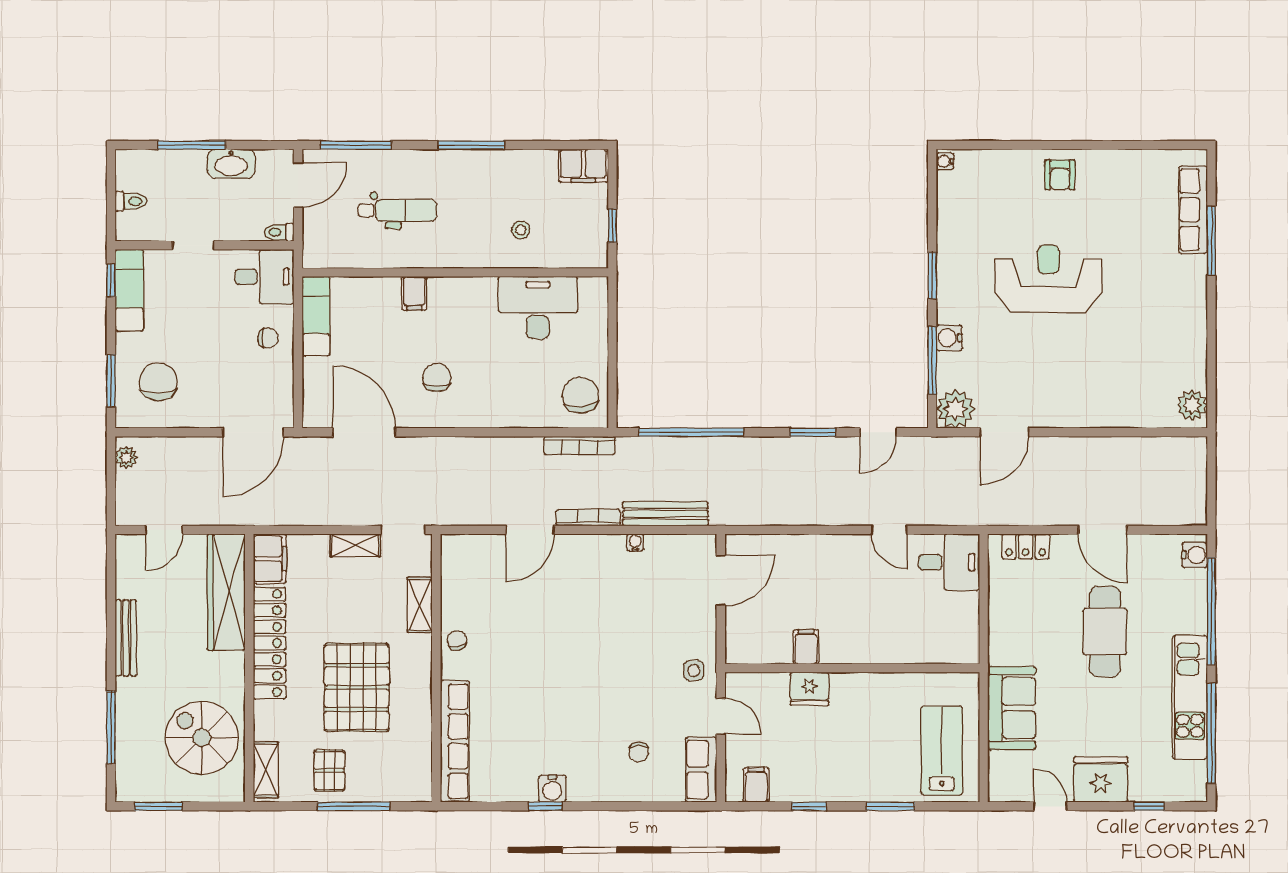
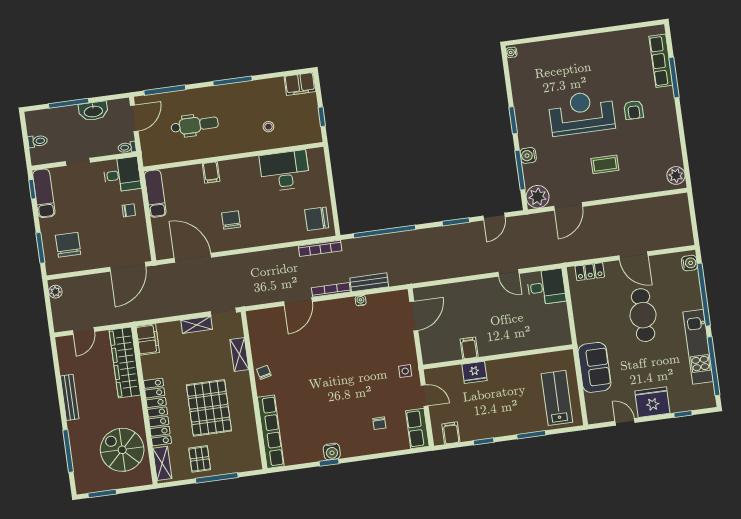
armchair: (1060, 175) -> (634, 110), moved
coffee table: (1076, 370) -> (605, 164), added
chair: (581, 395) -> (317, 219), turned -85
bench: (665, 514) -> (369, 282), width x0.73
locker: (269, 643) -> (157, 412), moved

